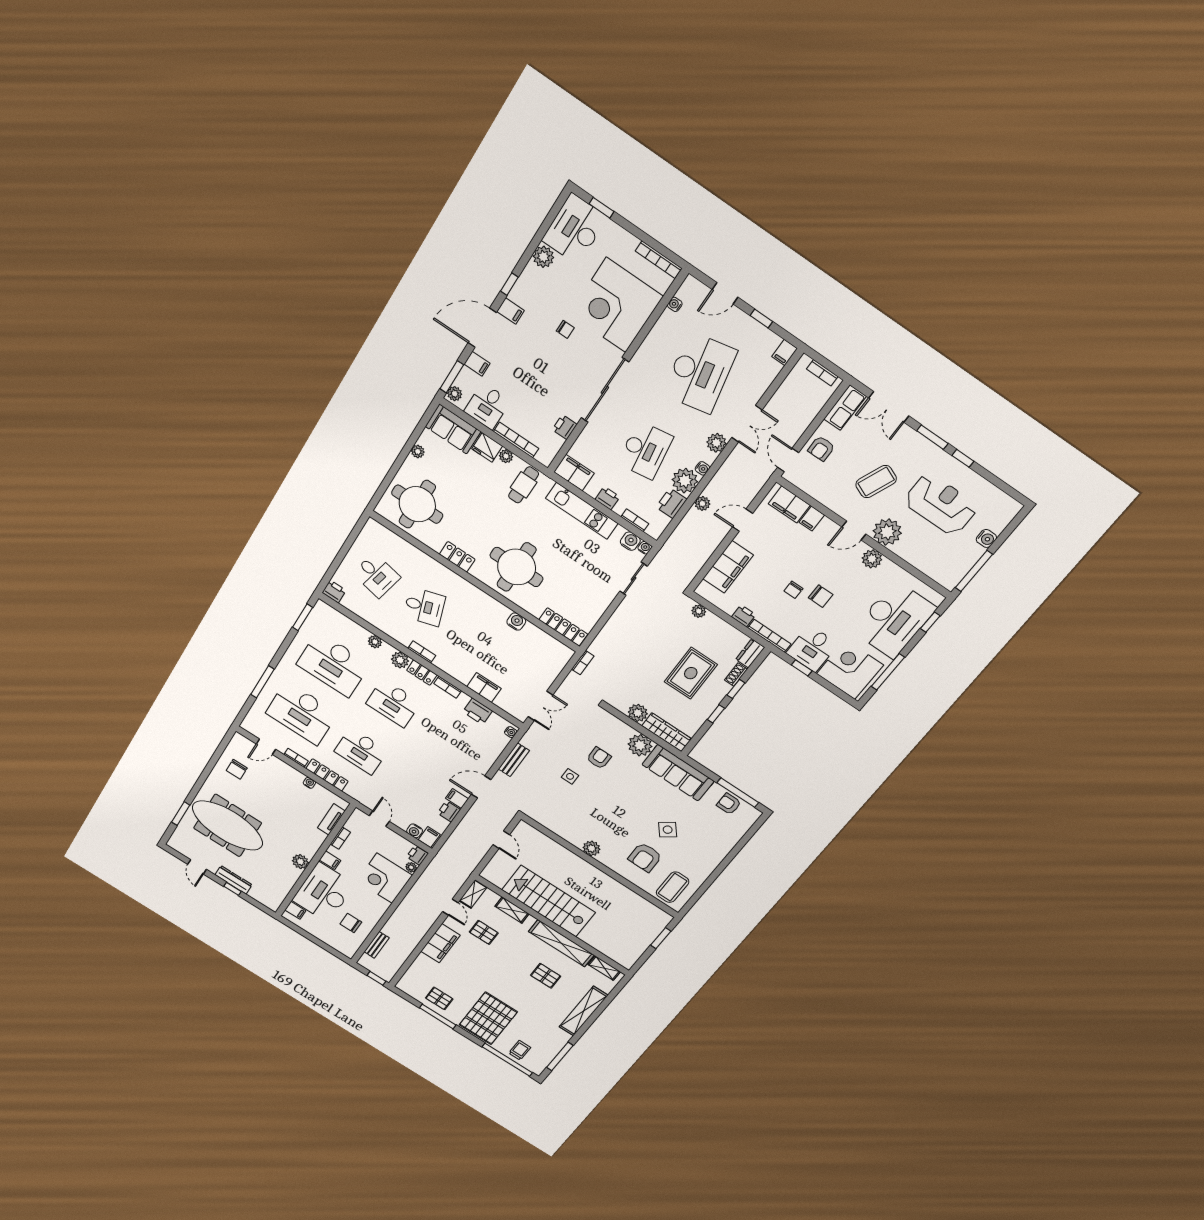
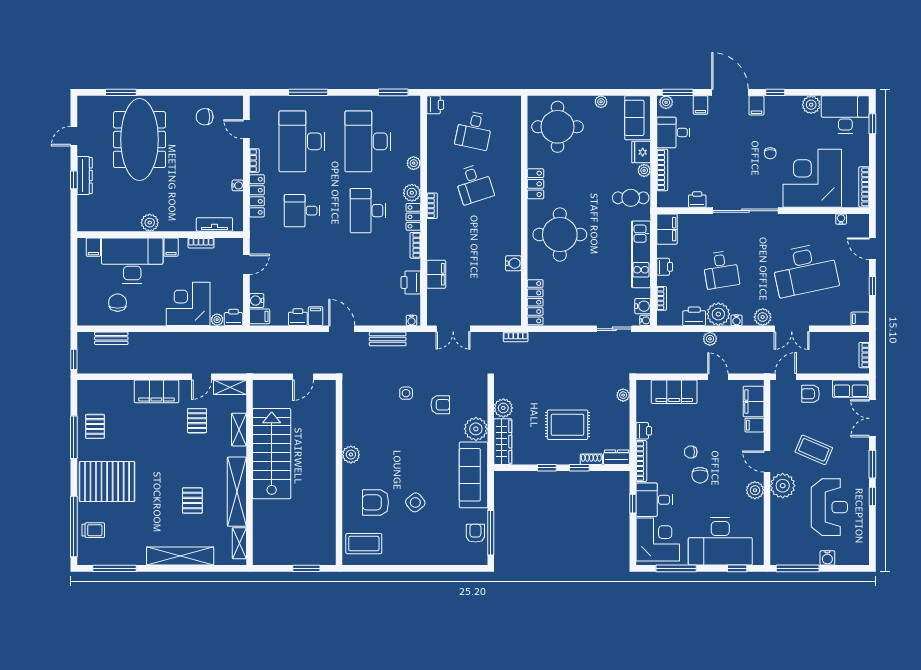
desk: (645, 450) -> (721, 270), width x0.73
desk: (361, 751) -> (302, 211), width x0.73

